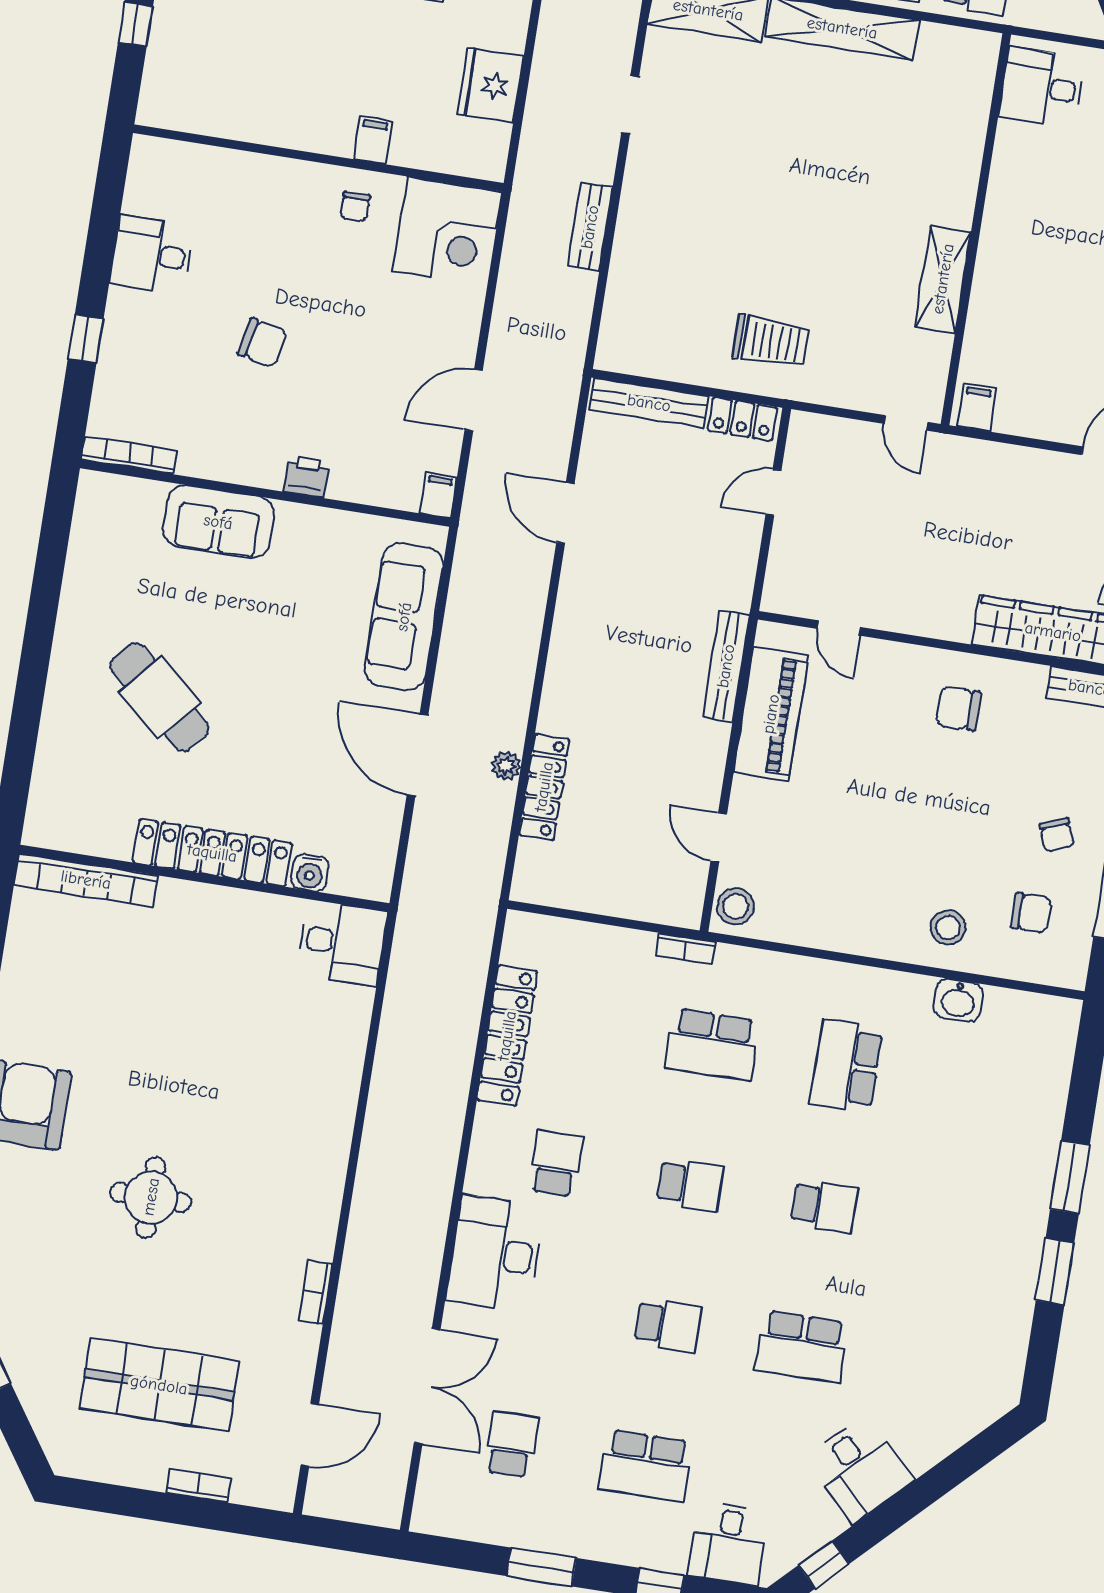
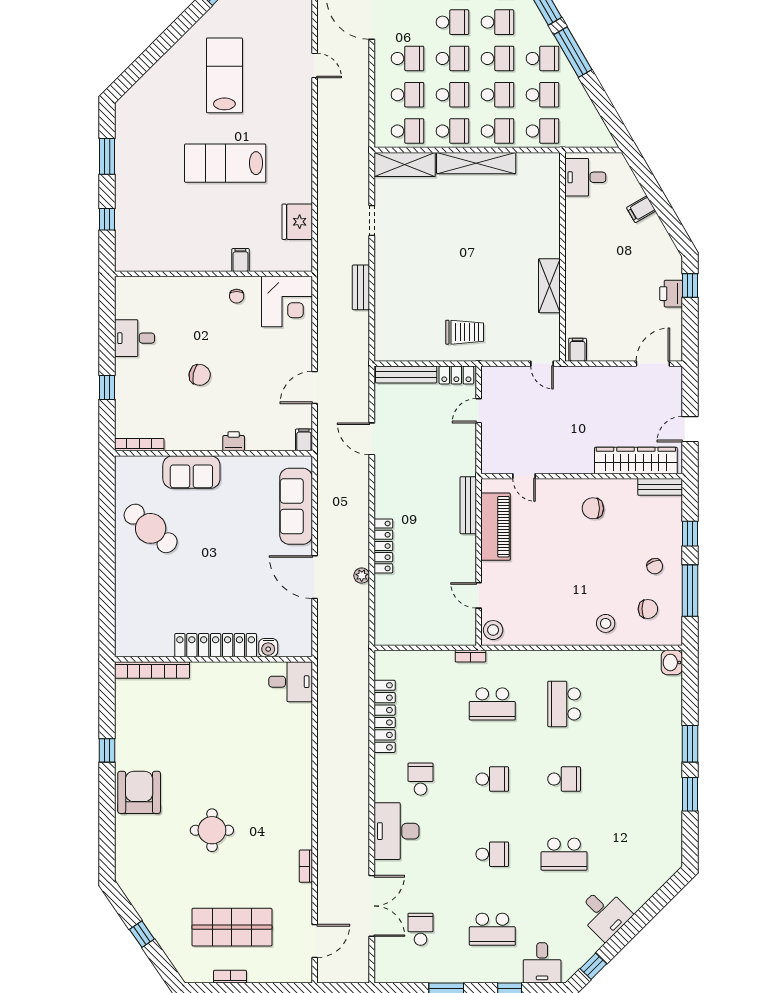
cafe table: (160, 697) -> (151, 528), moved
locker: (544, 787) -> (383, 546), moved
washbasin: (958, 1000) -> (672, 662), moved, turned 90
bookcase: (198, 1486) -> (230, 977), moved

